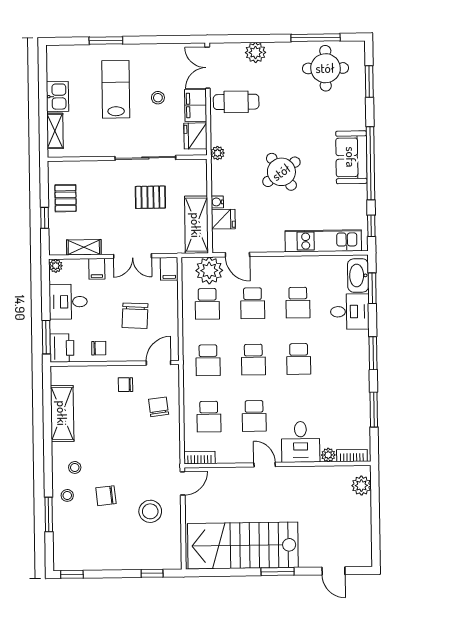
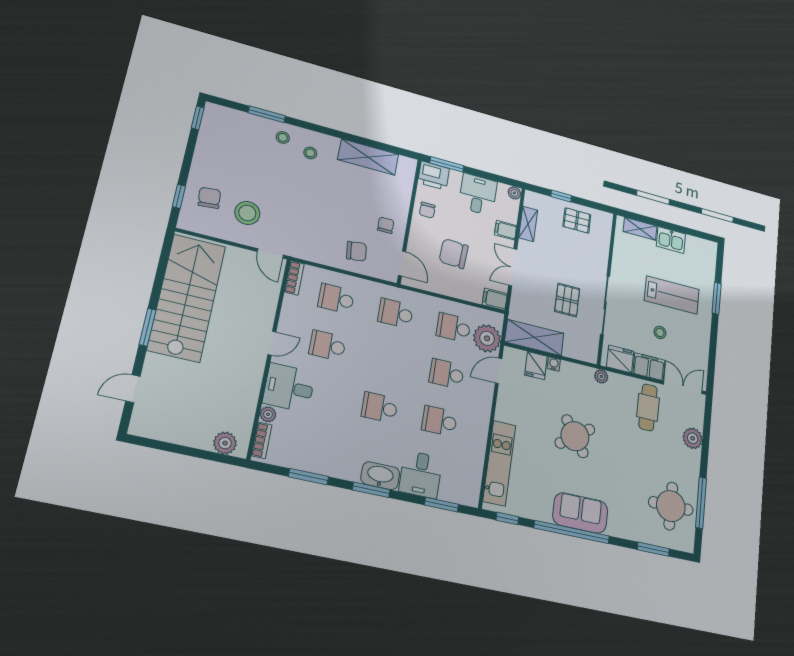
washbasin: (358, 275) -> (380, 476), moved
school desk: (253, 360) -> (388, 360), removed
chair: (106, 496) -> (209, 198), moved

